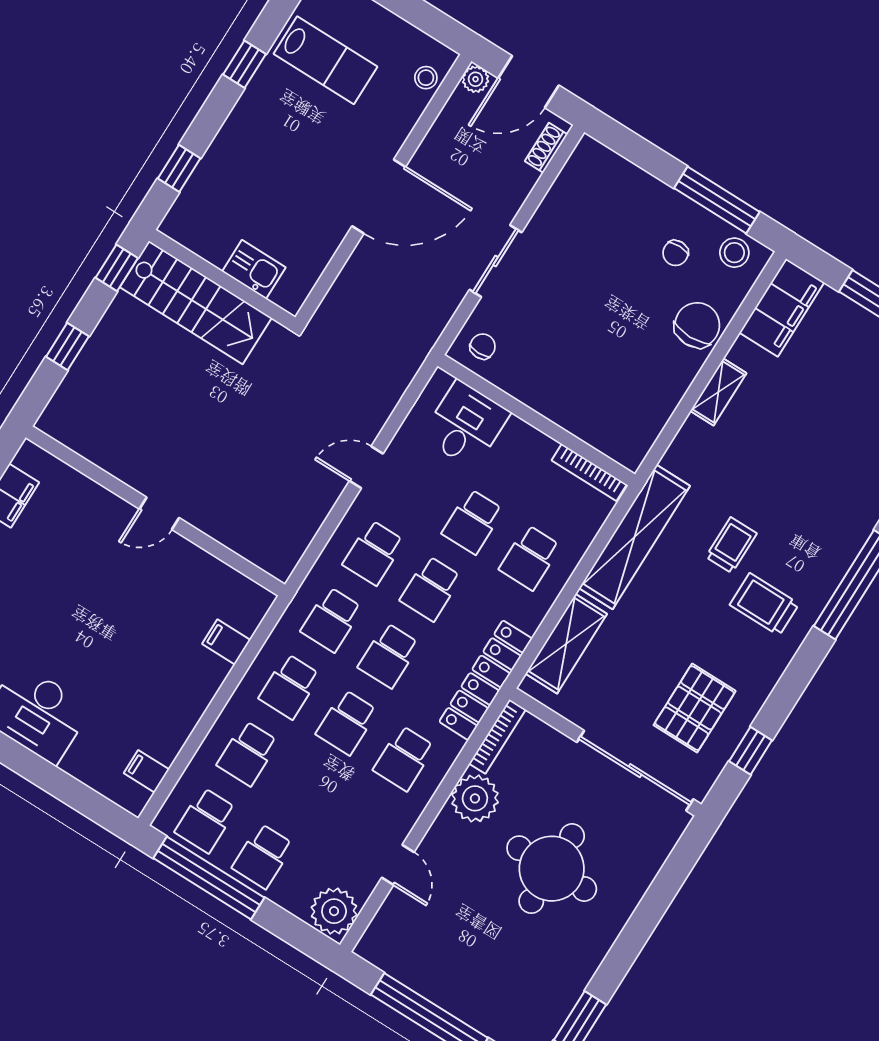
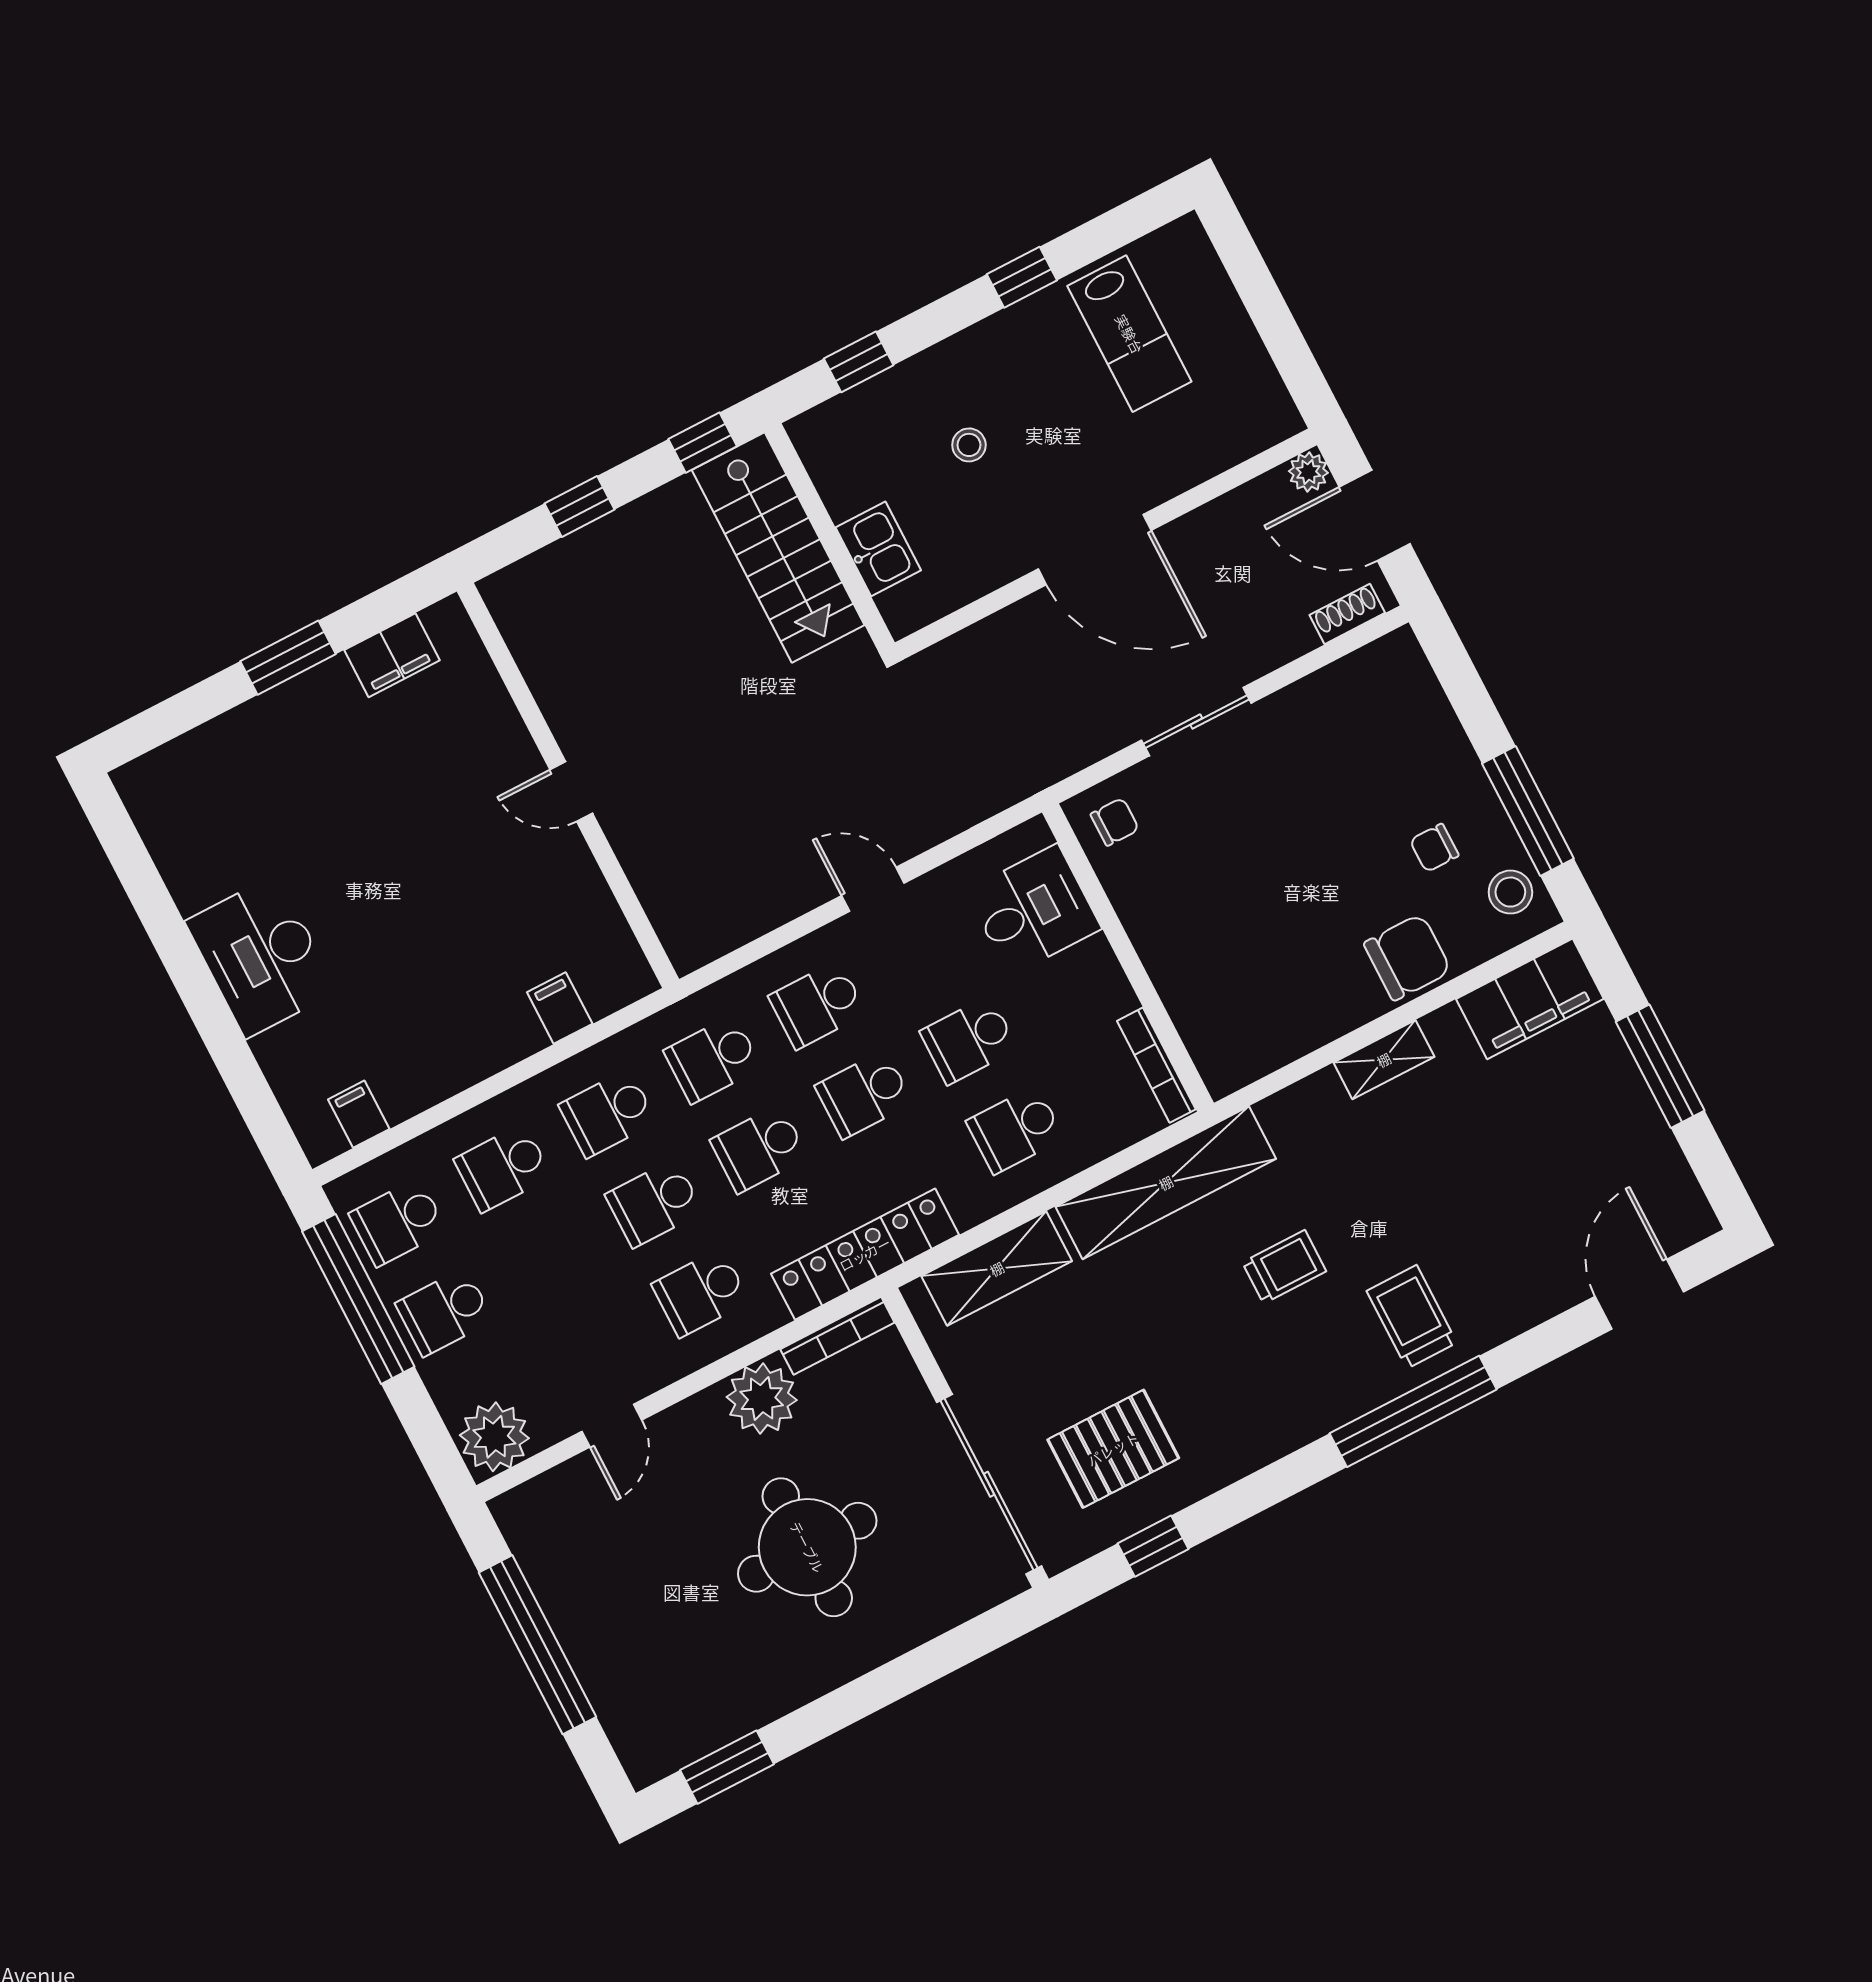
stool: (426, 78) -> (969, 445), moved
trolley: (764, 604) -> (1412, 1317), moved

